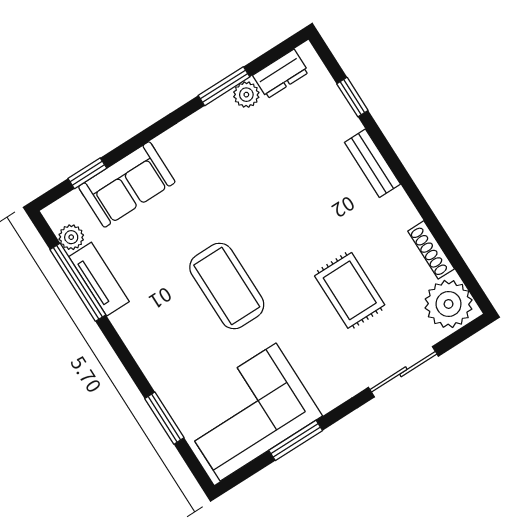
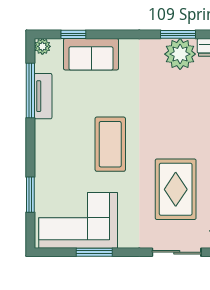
plant: (246, 95) -> (180, 54), width x1.87, depth x1.87
plant: (71, 237) -> (42, 46), moved
rug: (350, 290) -> (176, 189), width x1.36, depth x1.43

